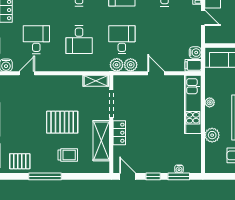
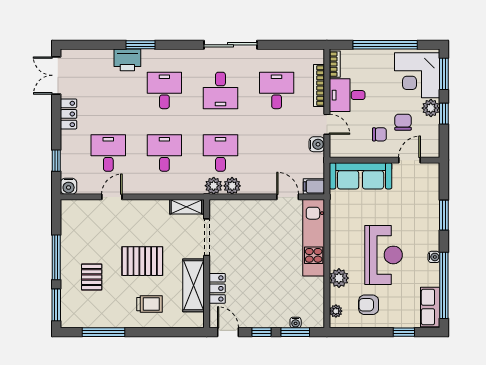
desk: (79, 40) -> (164, 153), turned 180
water cooler: (195, 53) -> (317, 144), moved
door: (27, 73) -> (112, 197), moved
door: (156, 73) -> (288, 197), moved
plant: (210, 102) -> (336, 311), moved
locker: (119, 133) -> (217, 288), moved
pallet: (20, 161) -> (92, 277), moved, turned 90
window: (45, 176) -> (104, 332), moved

